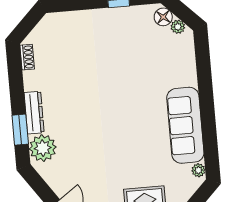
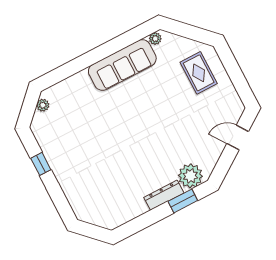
floor lamp: (163, 17) -> (40, 121), removed
shoe rack: (27, 57) -> (120, 220), removed

